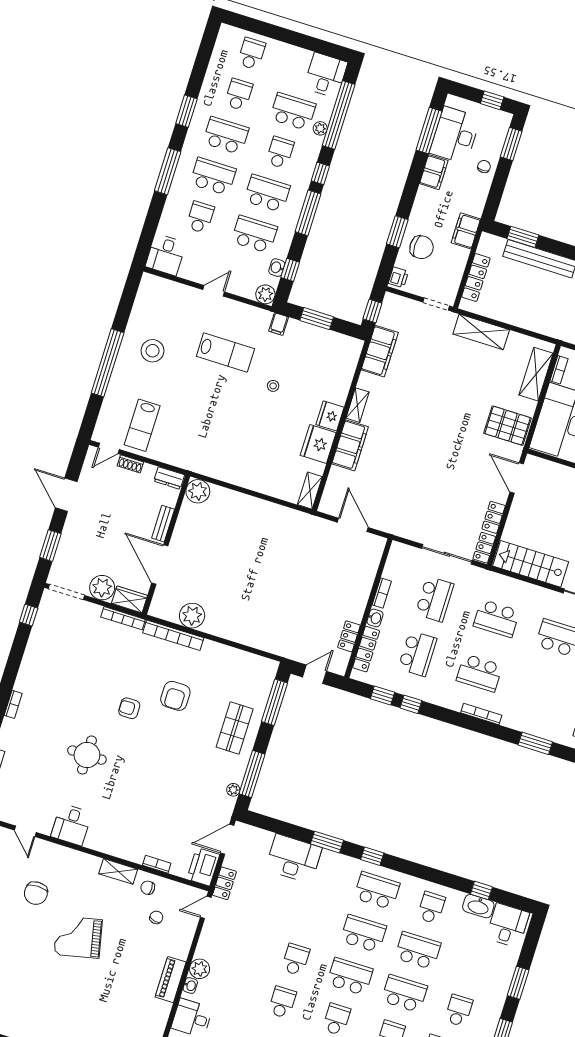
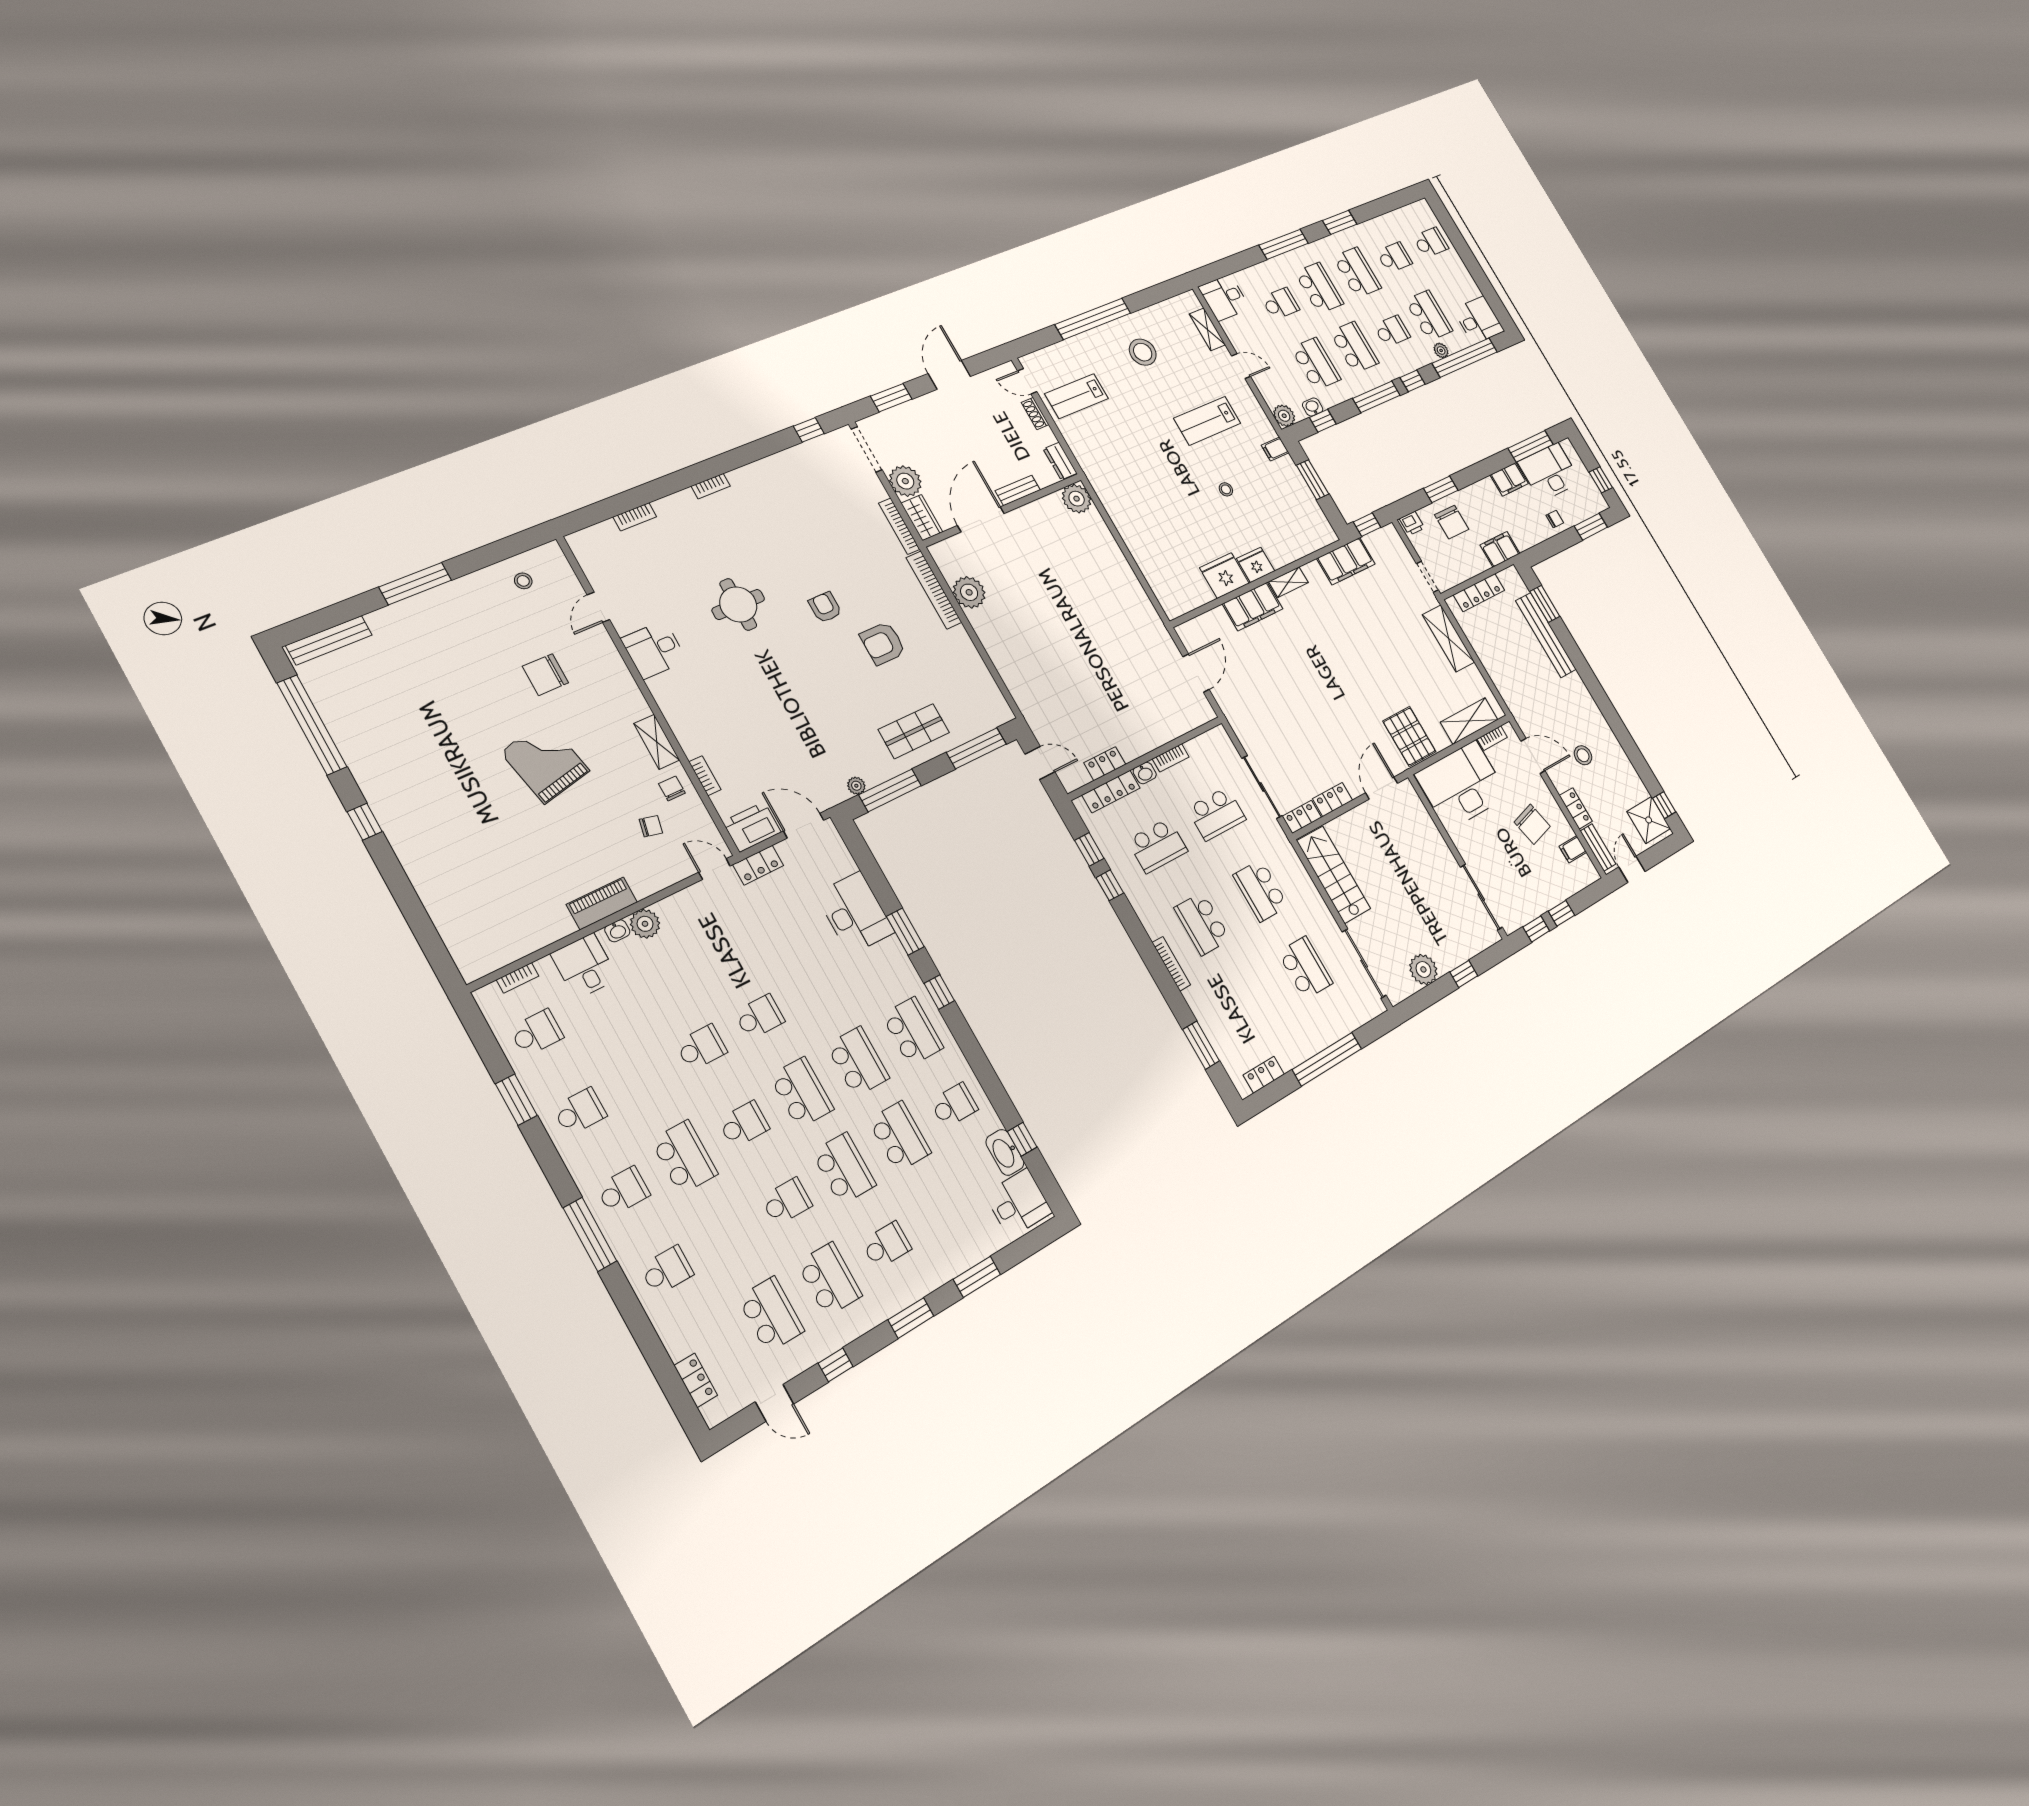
lab bench: (225, 352) -> (1207, 421), turned 90
shelving: (310, 491) -> (1207, 329), moved, turned 90

